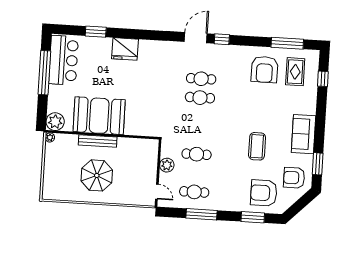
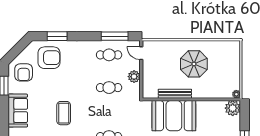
booth: (99, 116) -> (174, 116), moved
bench: (98, 141) -> (175, 94), moved
coffee table: (257, 146) -> (64, 113), moved
armchair: (294, 178) -> (24, 72), turned 90
window: (202, 214) -> (115, 36), moved

